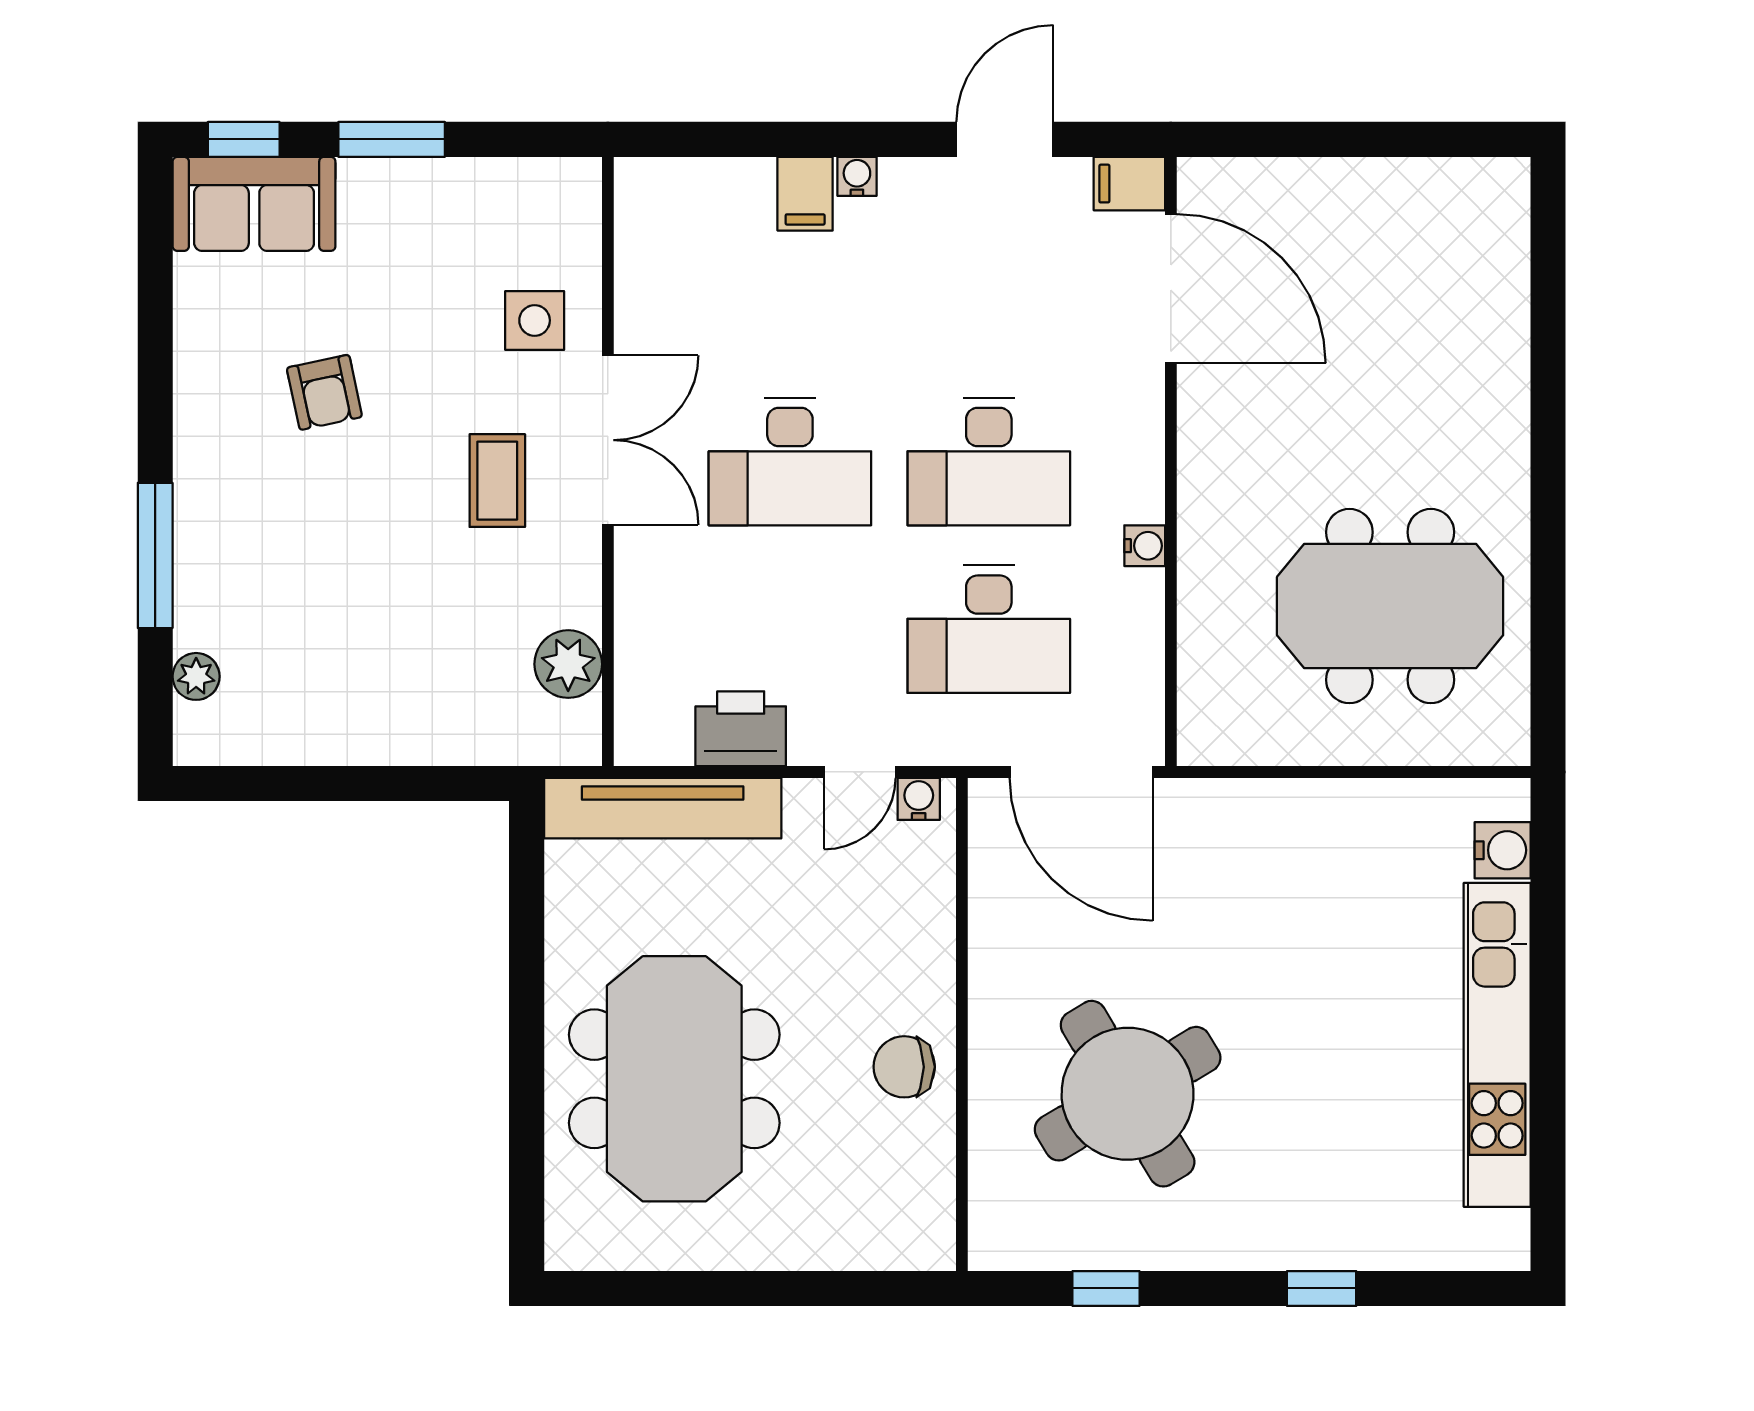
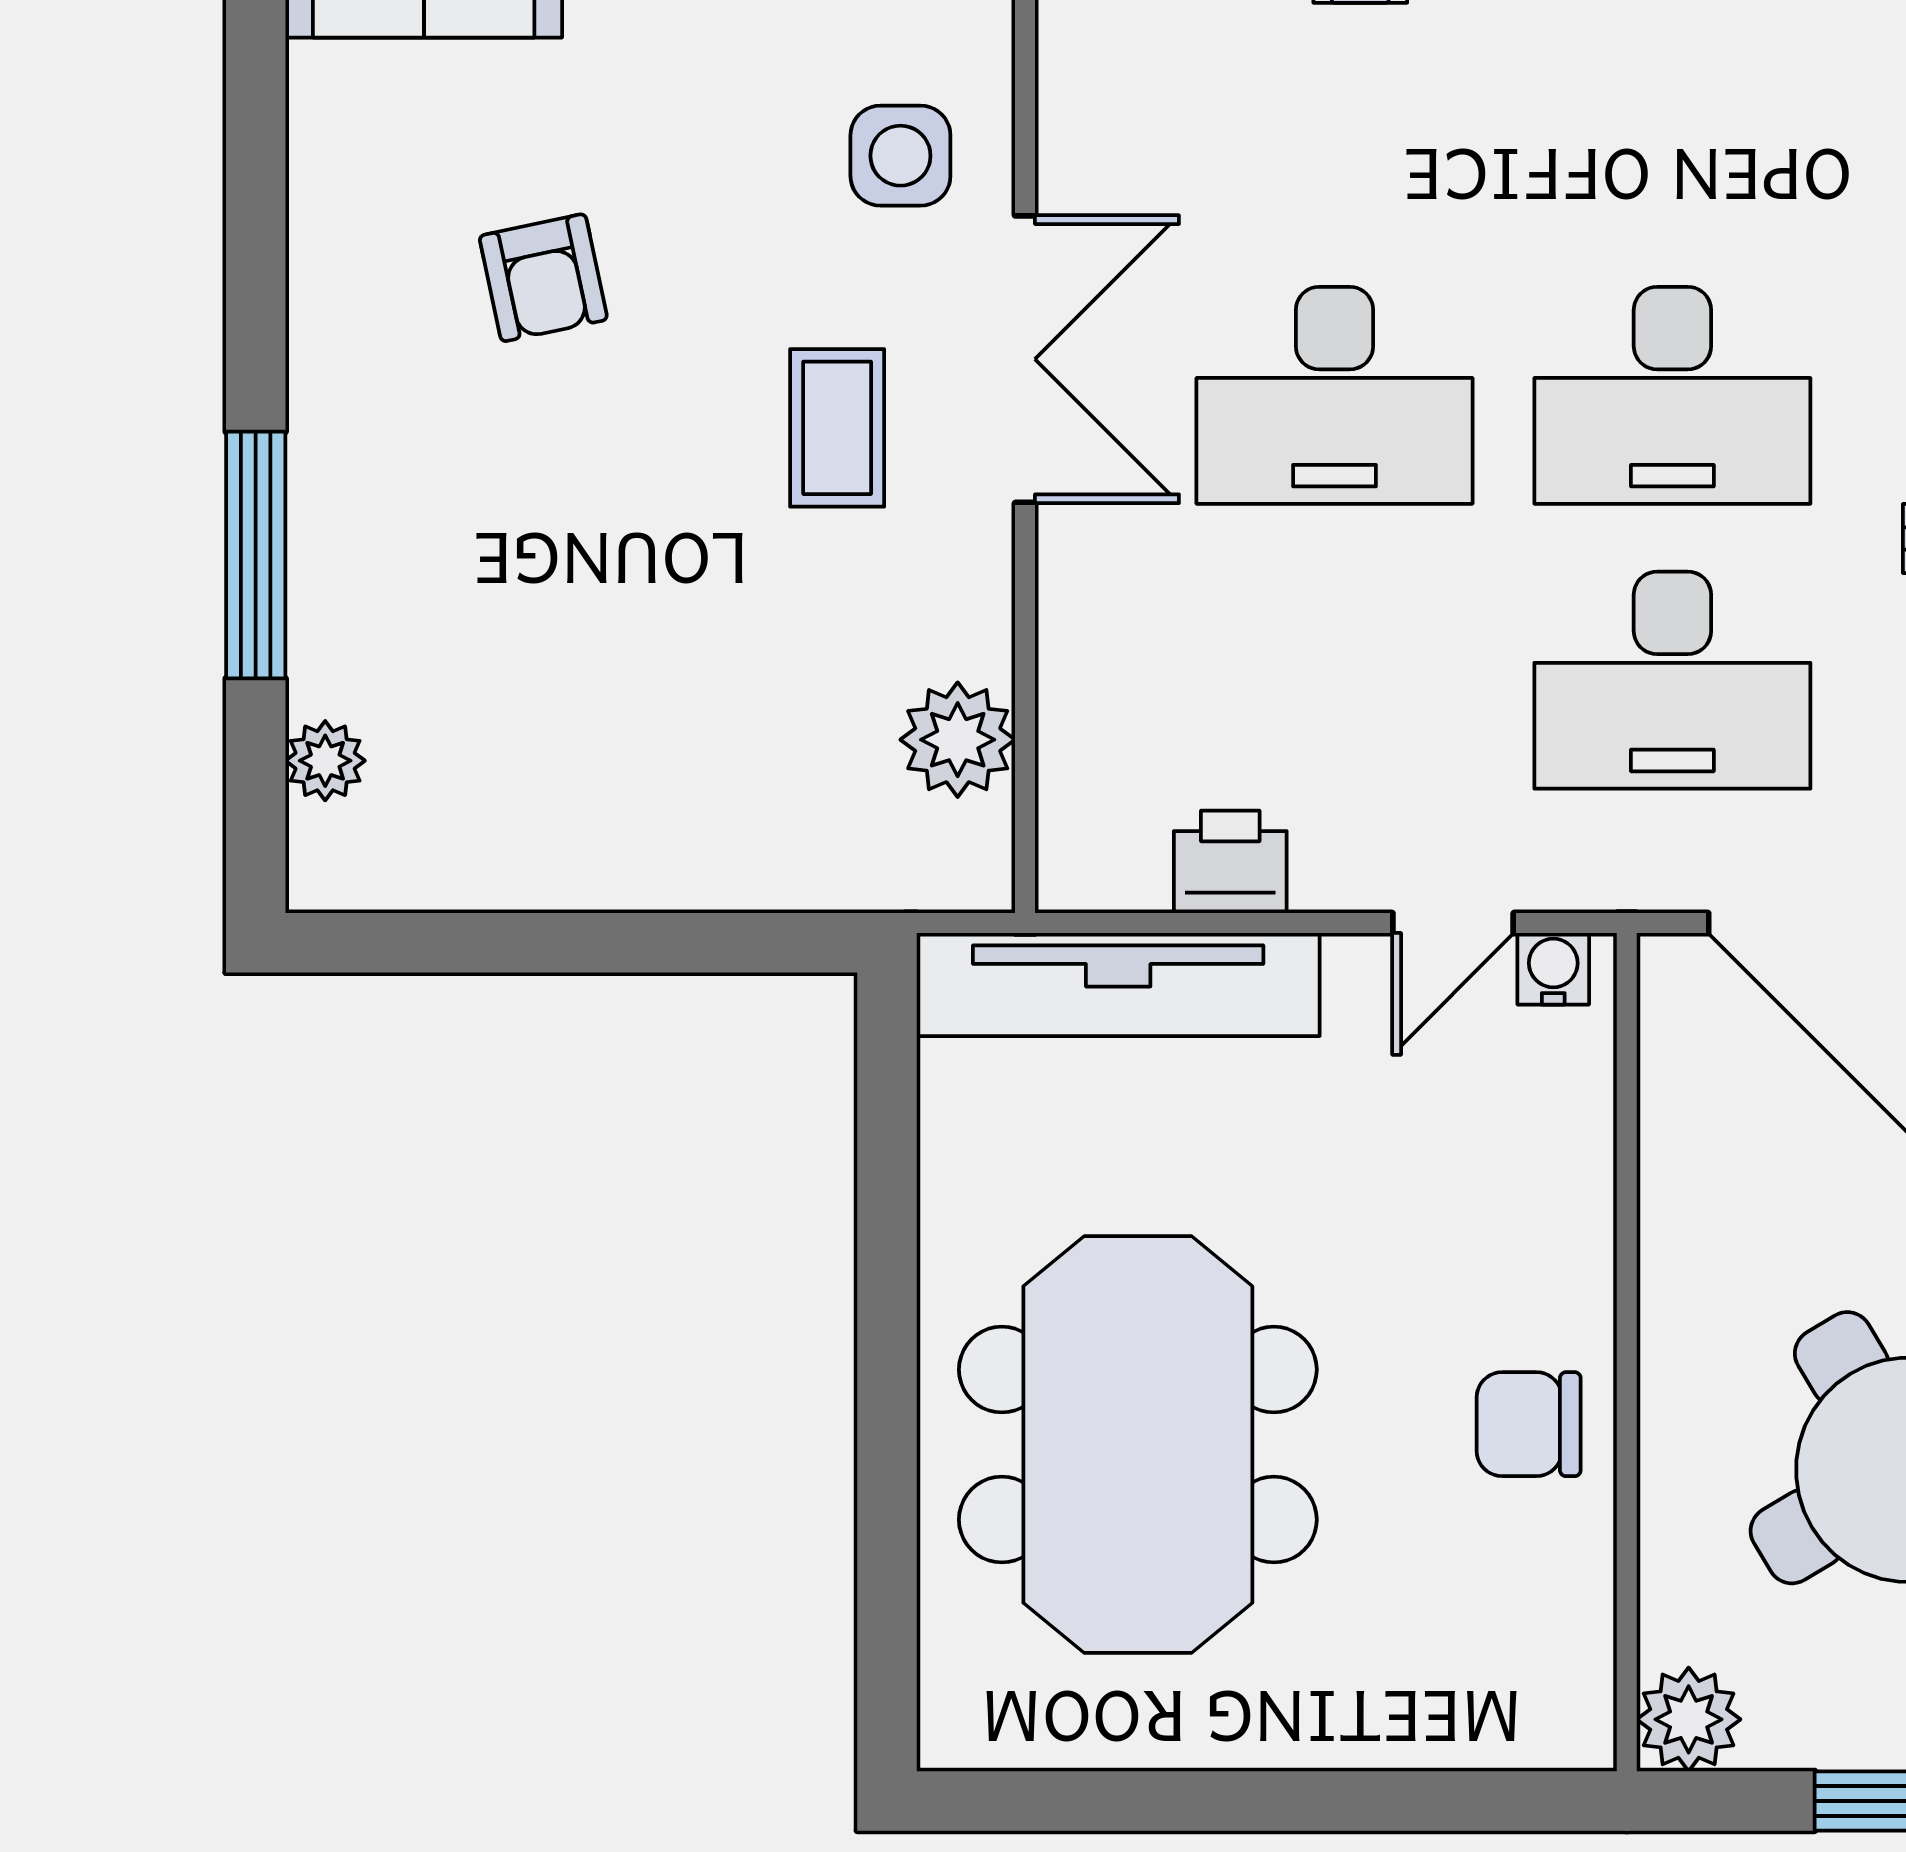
printer: (741, 729) -> (1230, 862), width x0.73, depth x0.81
plant: (998, 1240) -> (1689, 1719), added

